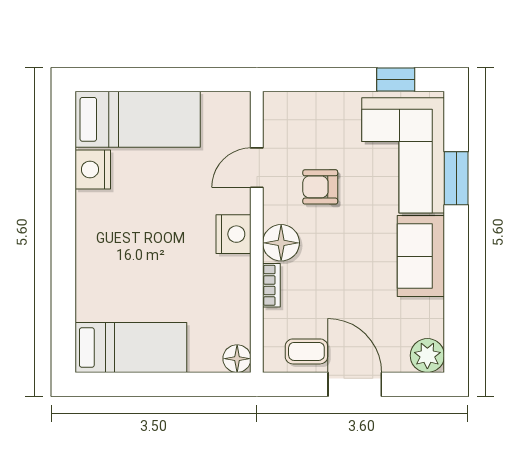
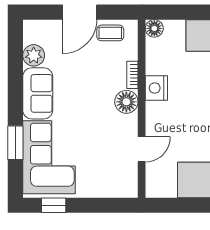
armchair: (320, 187) -> (102, 137), removed
nightstand: (234, 234) -> (156, 88), moved
plant: (427, 356) -> (34, 55), moved
door: (355, 384) -> (80, 12), hinge flipped

